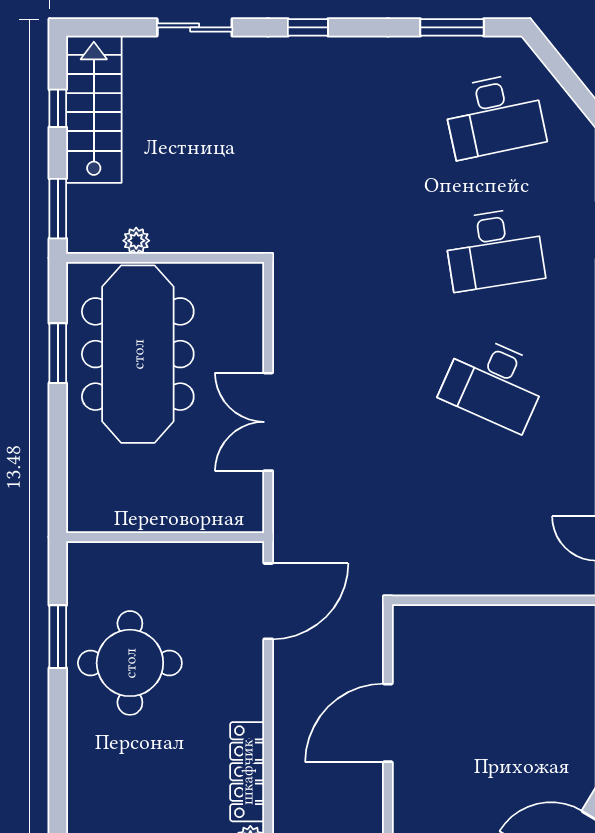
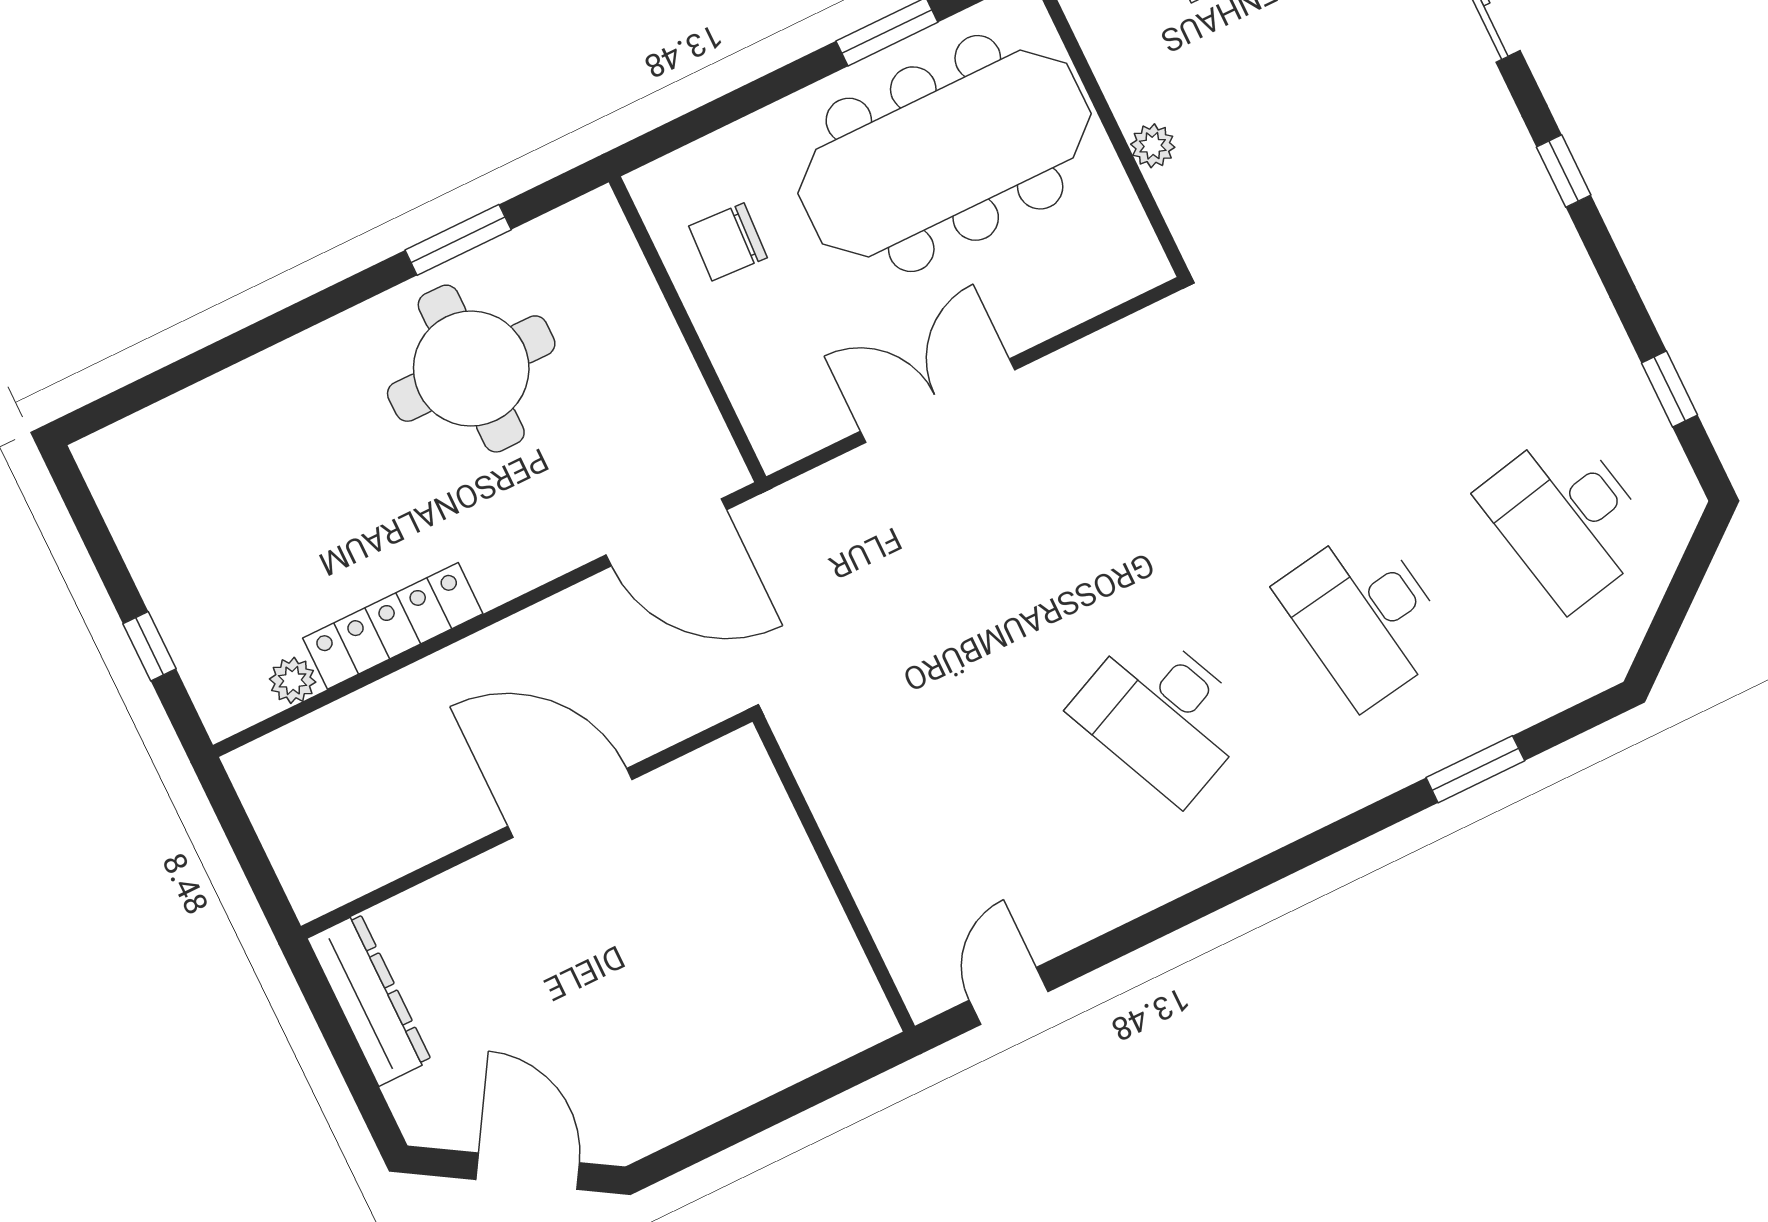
window: (452, 27) -> (1670, 389), width x0.67
plant: (136, 241) -> (1153, 146), moved
desk: (494, 383) -> (1163, 714), turned -48
chair: (129, 493) -> (728, 242), added

